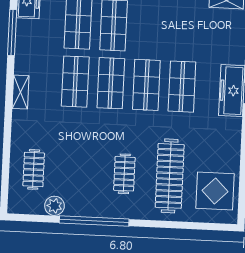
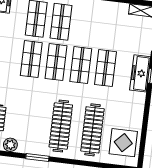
clothes rail: (124, 174) -> (61, 126), width x1.86, depth x1.31
window: (94, 221) -> (37, 157), width x0.47

